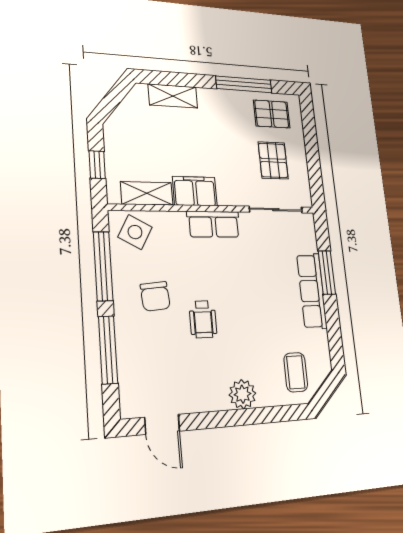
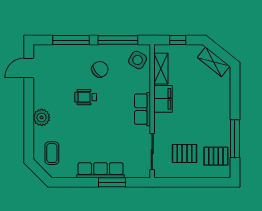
shelving: (173, 96) -> (213, 62), moved, turned -52
pallet: (272, 114) -> (216, 156), turned 90
chair: (155, 296) -> (100, 69), turned 148
coffee table: (296, 372) -> (52, 153), turned 90

